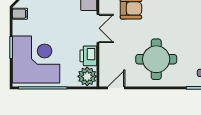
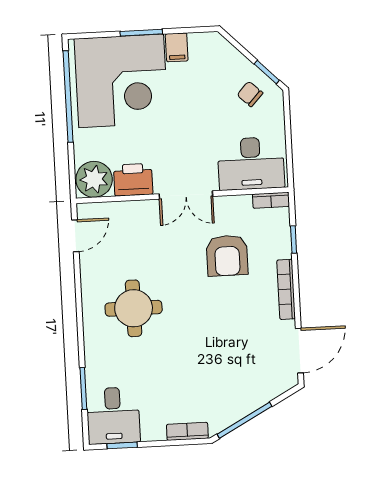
filing cabinet: (20, 14) -> (177, 47), moved
round table: (156, 59) -> (134, 308), width x0.73, depth x0.73
door: (116, 88) -> (75, 236), hinge flipped

